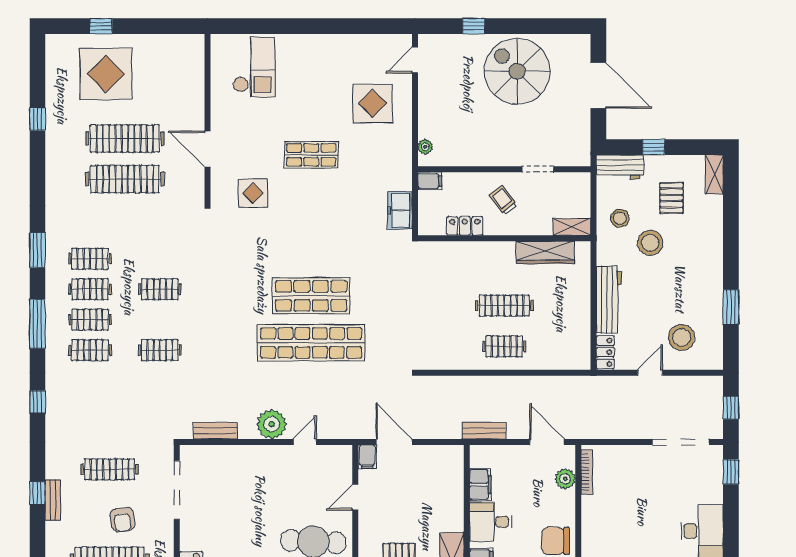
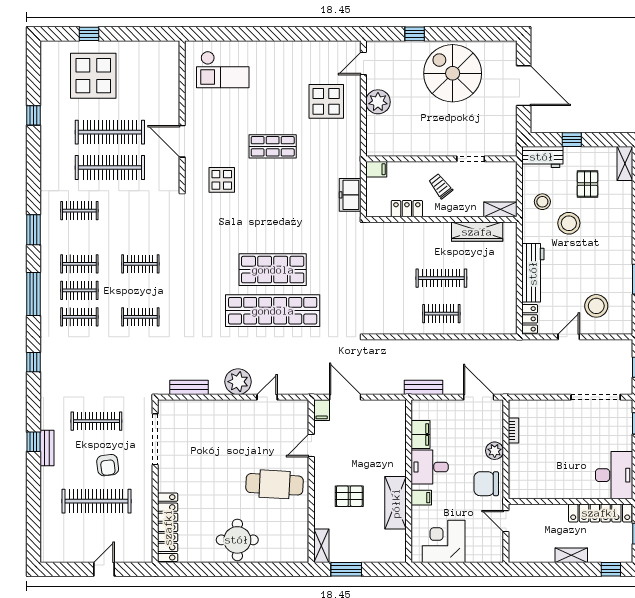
checkout: (254, 67) -> (223, 70), turned 90
plant: (425, 147) -> (378, 102), moved, width x1.88, depth x1.88
clothes rail: (90, 259) -> (79, 211), moved
bookcase: (587, 472) -> (514, 431), width x0.64
plant: (565, 479) -> (495, 451), moved

